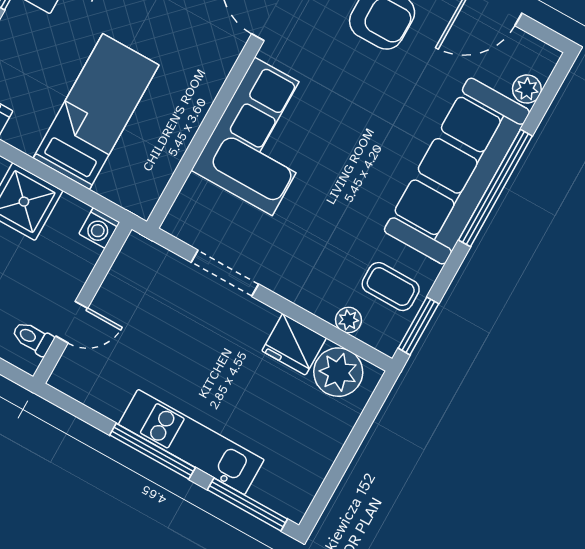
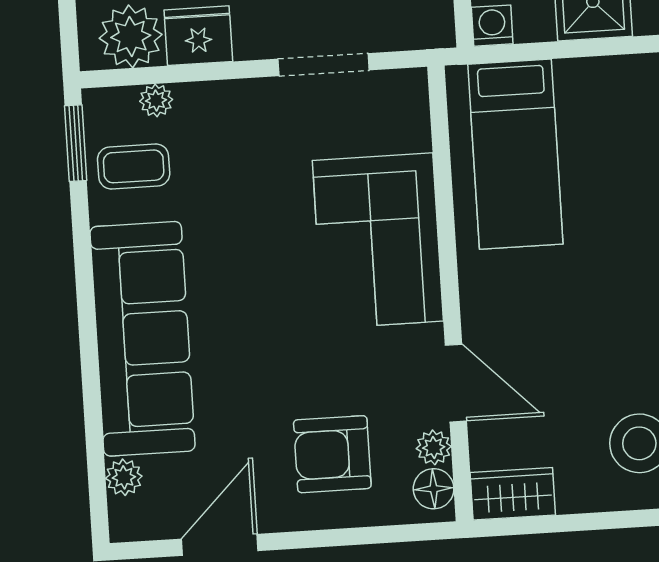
bed: (96, 112) -> (515, 154), moved
window: (495, 188) -> (89, 347), removed

